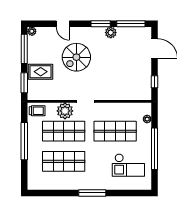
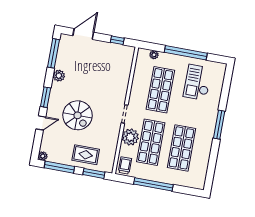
window: (101, 24) -> (46, 97), moved
rug: (41, 72) -> (86, 155), turned 90
checkout: (128, 165) -> (198, 82), turned 180

